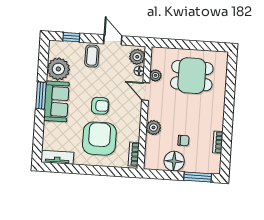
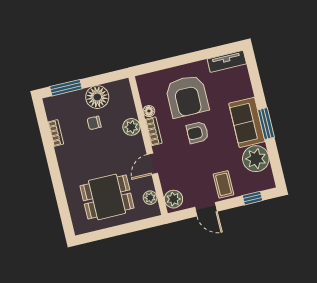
floor lamp: (139, 71) -> (149, 111), moved
plant: (155, 75) -> (150, 198), moved
door: (146, 91) -> (152, 164), swing flipped
bookcase: (134, 154) -> (154, 131), moved

